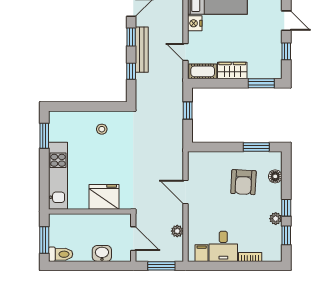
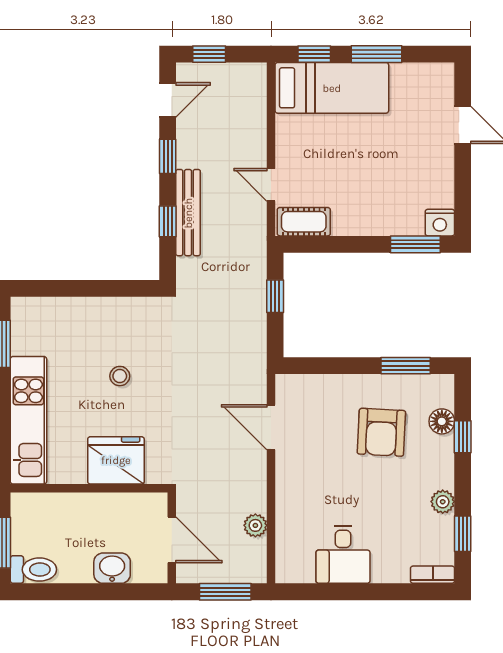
nightstand: (195, 23) -> (440, 223), moved, turned -90
bench: (142, 50) -> (188, 213), moved
window: (286, 51) -> (463, 184), removed
wardrobe: (232, 71) -> (360, 220), removed
stool: (102, 129) -> (120, 376), moved
door: (185, 192) -> (271, 427), moved
window: (286, 208) -> (463, 437), moved
filing cabinet: (202, 253) -> (302, 567), removed
bookcase: (250, 257) -> (433, 575), moved

